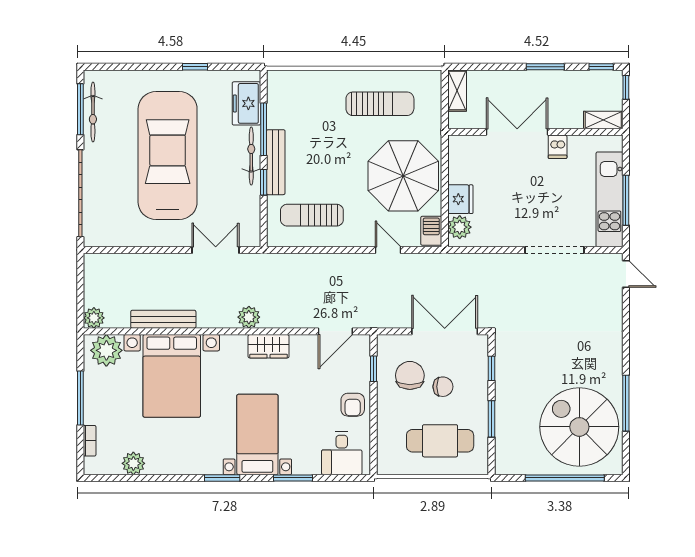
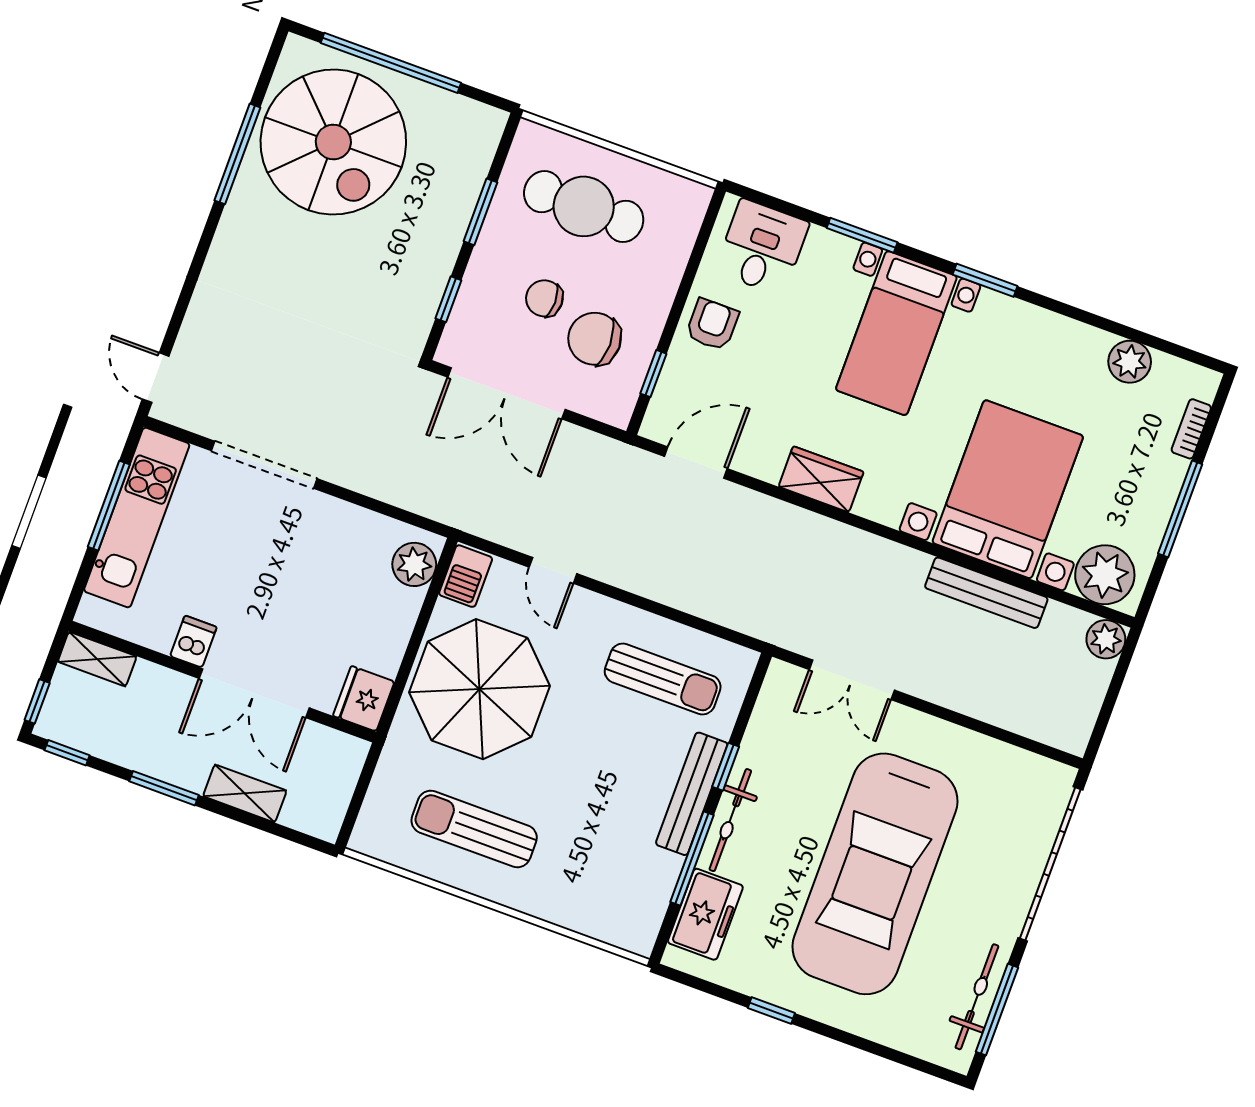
shelving: (457, 91) -> (245, 793), moved, turned 90
fridge: (460, 199) -> (364, 699), moved
plant: (249, 317) -> (837, 542), removed
chair: (410, 375) -> (595, 339), turned 90

